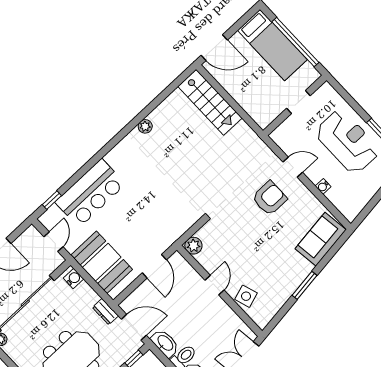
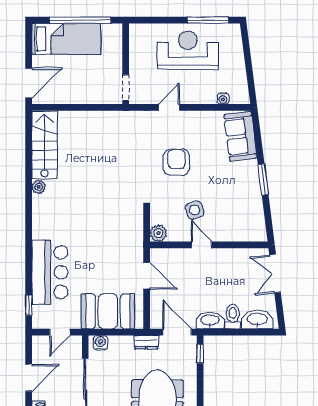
stairs: (210, 102) -> (45, 145), moved, turned -90
doorway: (298, 102) -> (126, 88), moved
water cooler: (323, 186) -> (223, 99), moved
armchair: (269, 198) -> (176, 162), moved
door: (54, 242) -> (60, 332), swing flipped
side table: (246, 296) -> (195, 210), moved
door: (134, 327) -> (177, 332), hinge flipped

